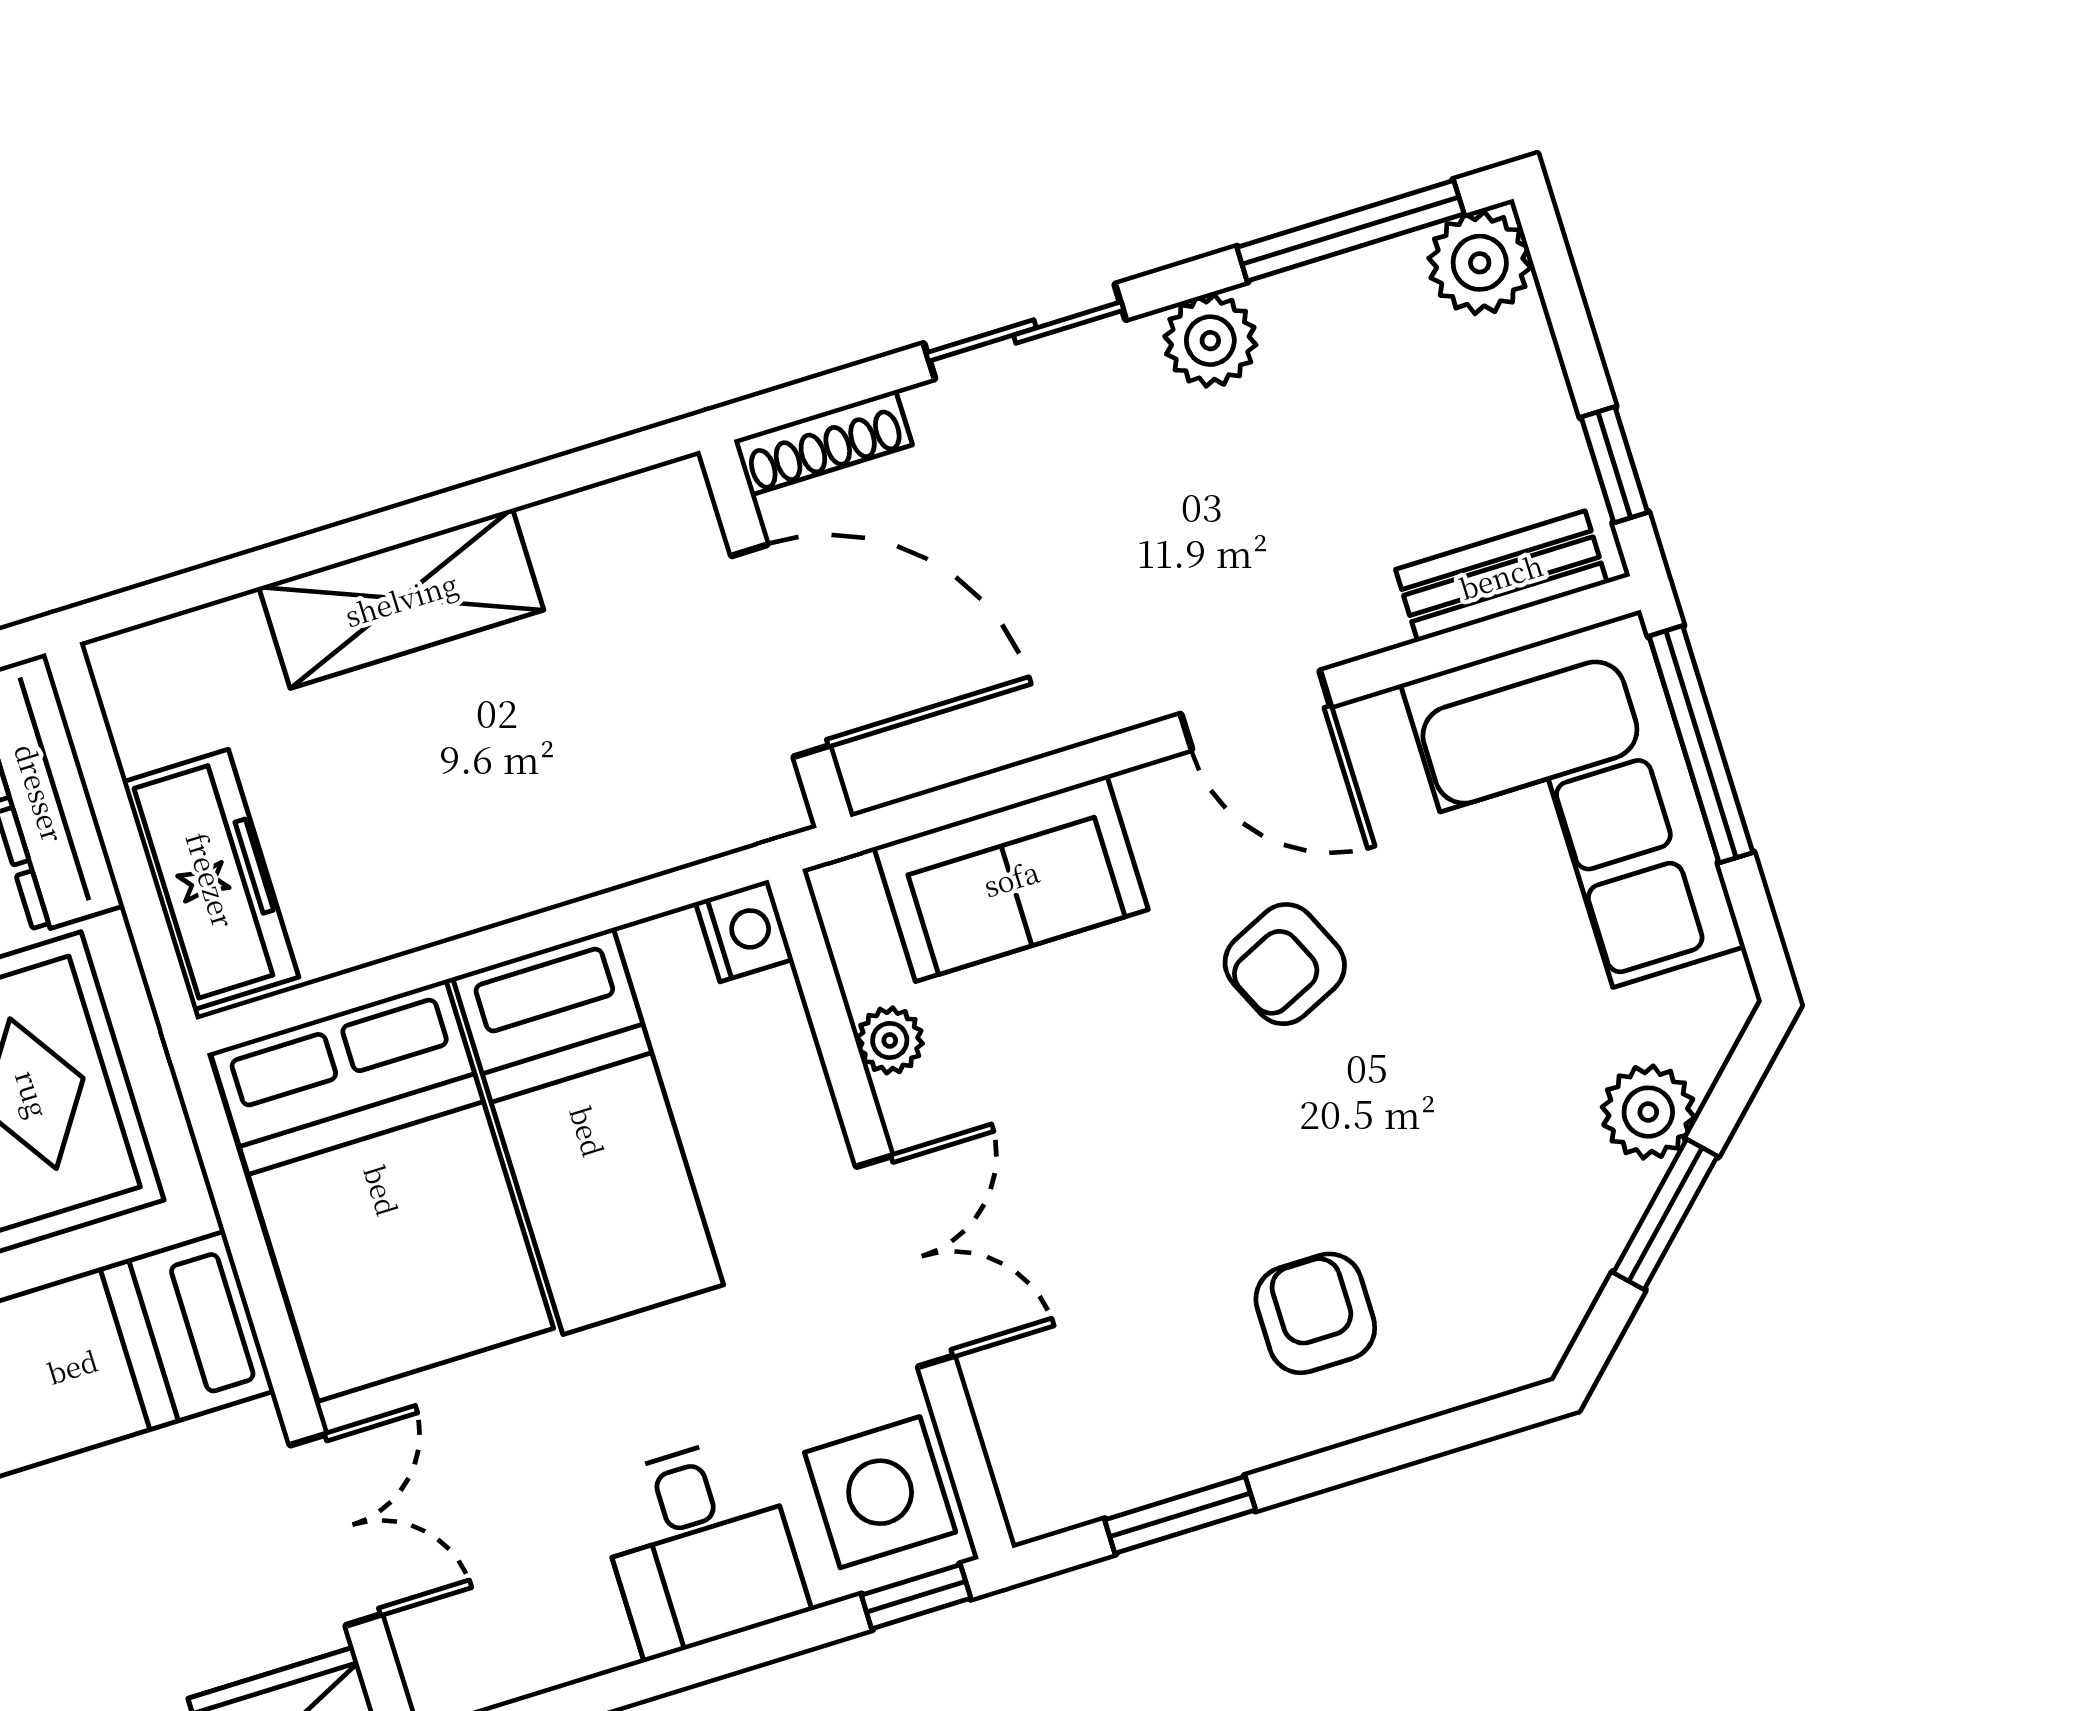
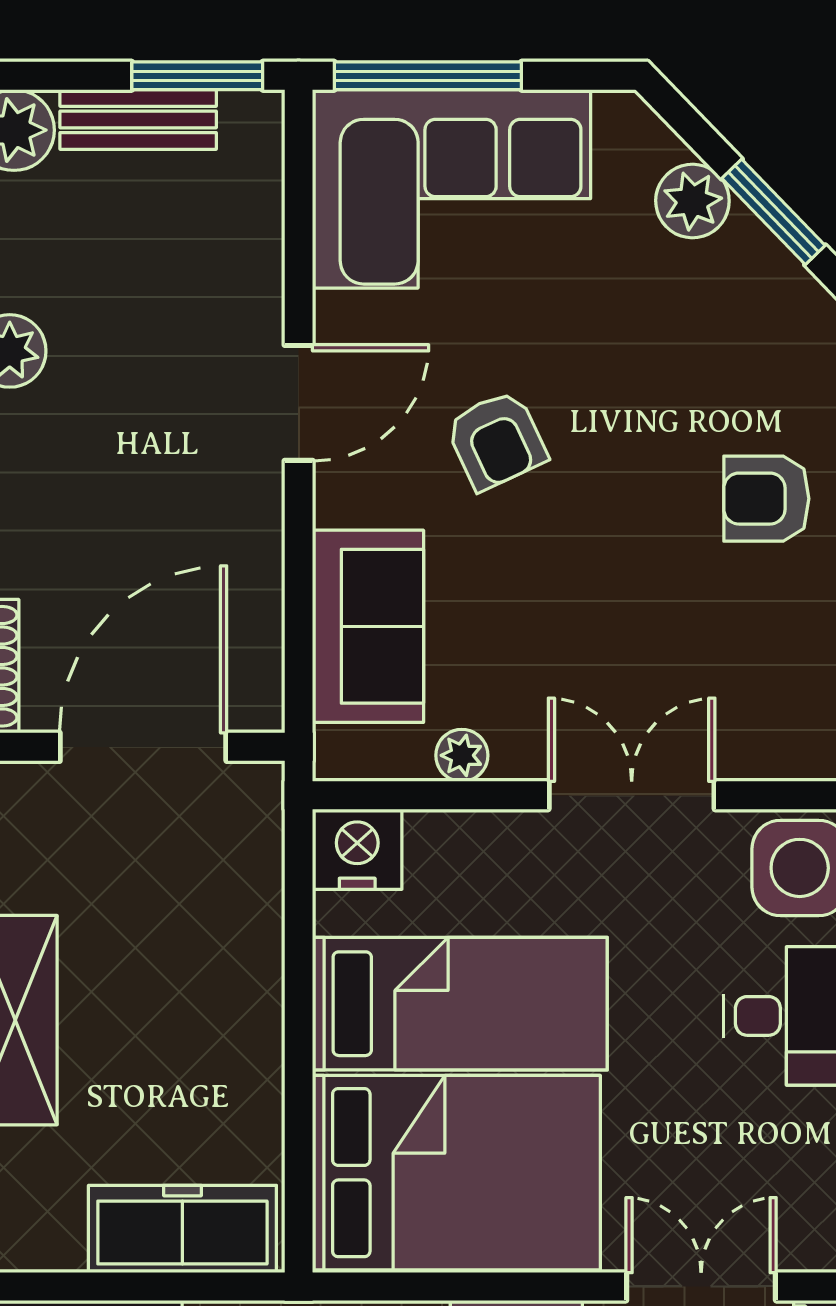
window: (1614, 465) -> (197, 76), width x1.50
bench: (1501, 576) -> (138, 119), moved, turned 90
nightstand: (744, 931) -> (357, 849), width x1.36, depth x1.33

